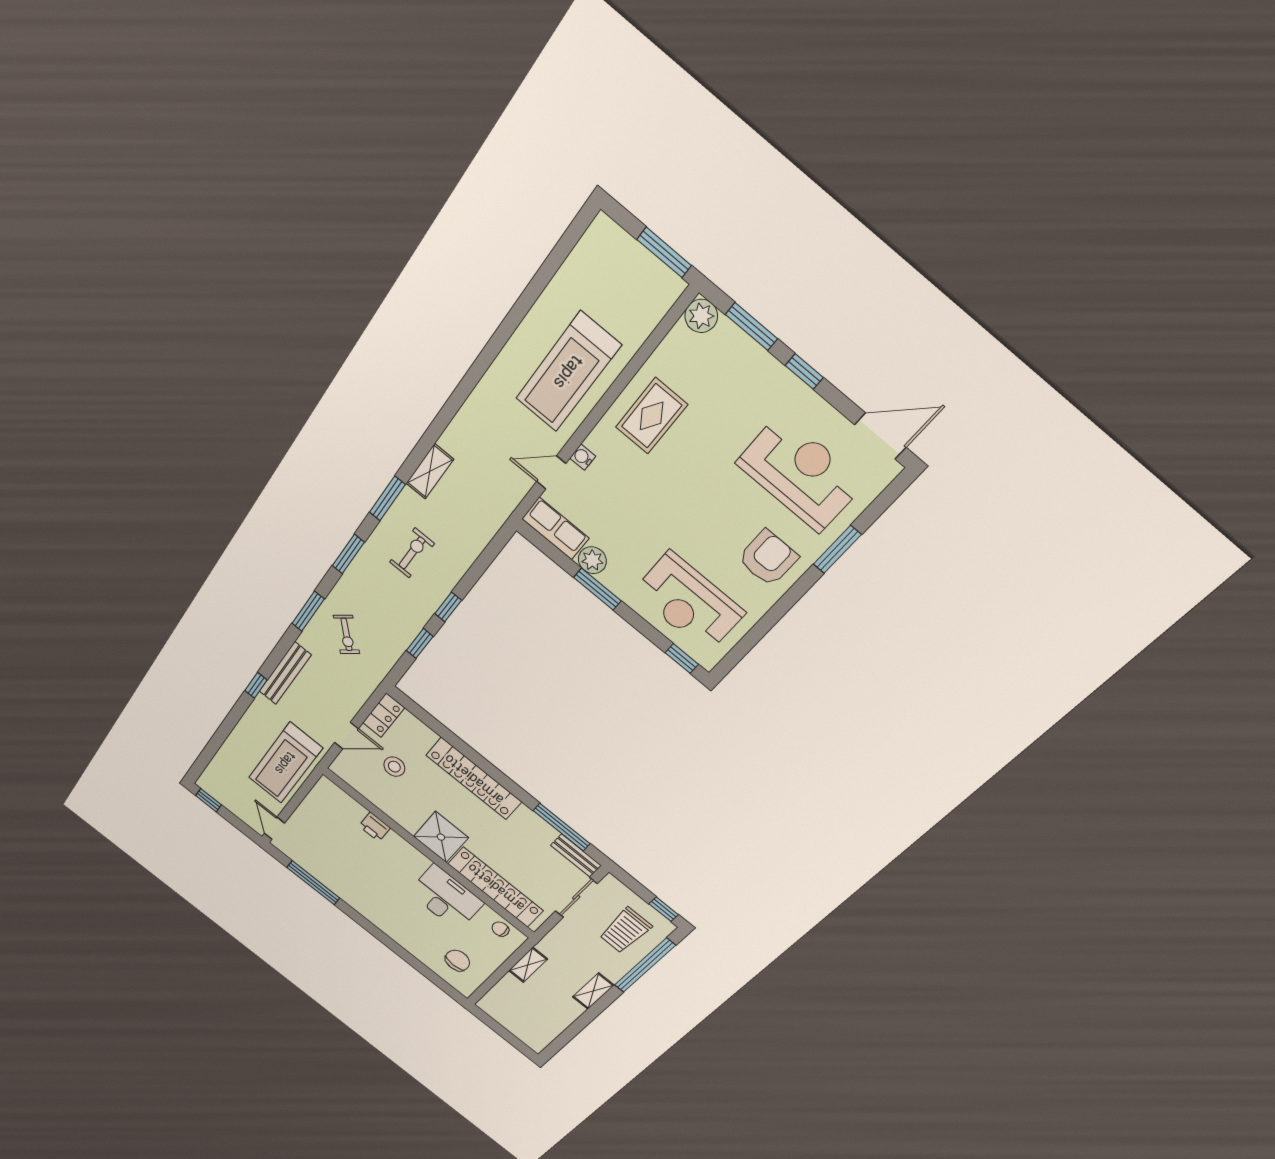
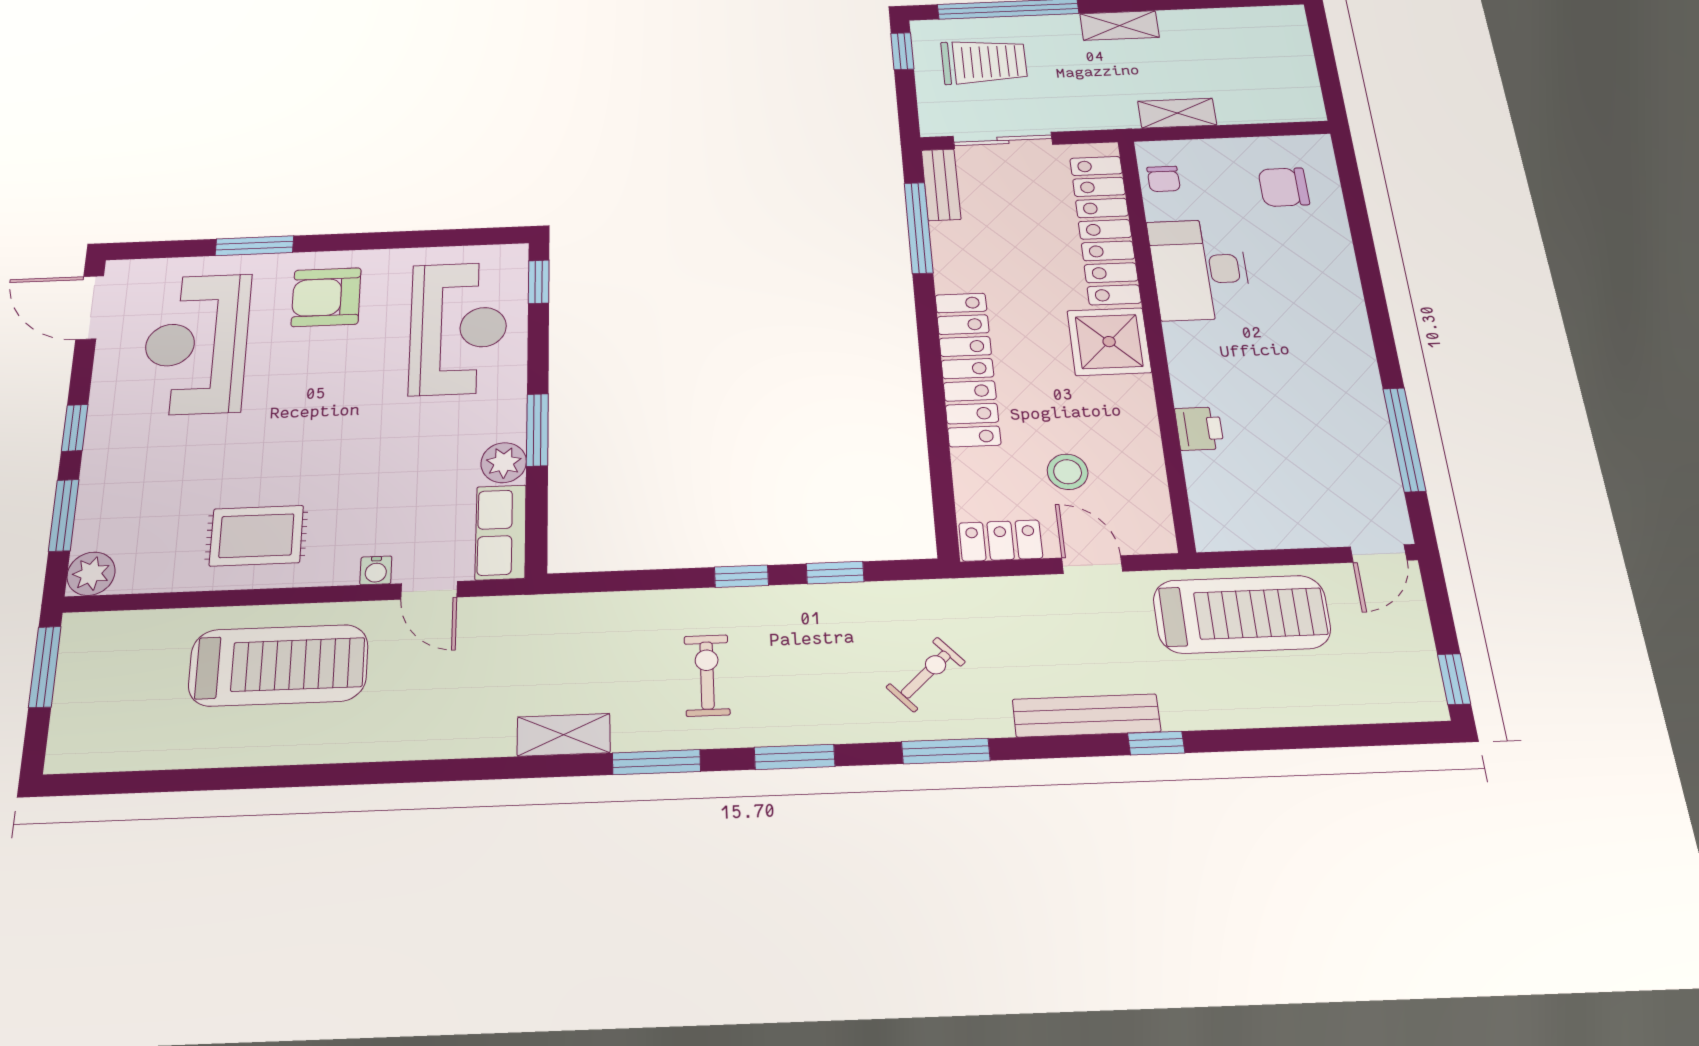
exercise bike: (412, 553) -> (707, 675), turned 90

